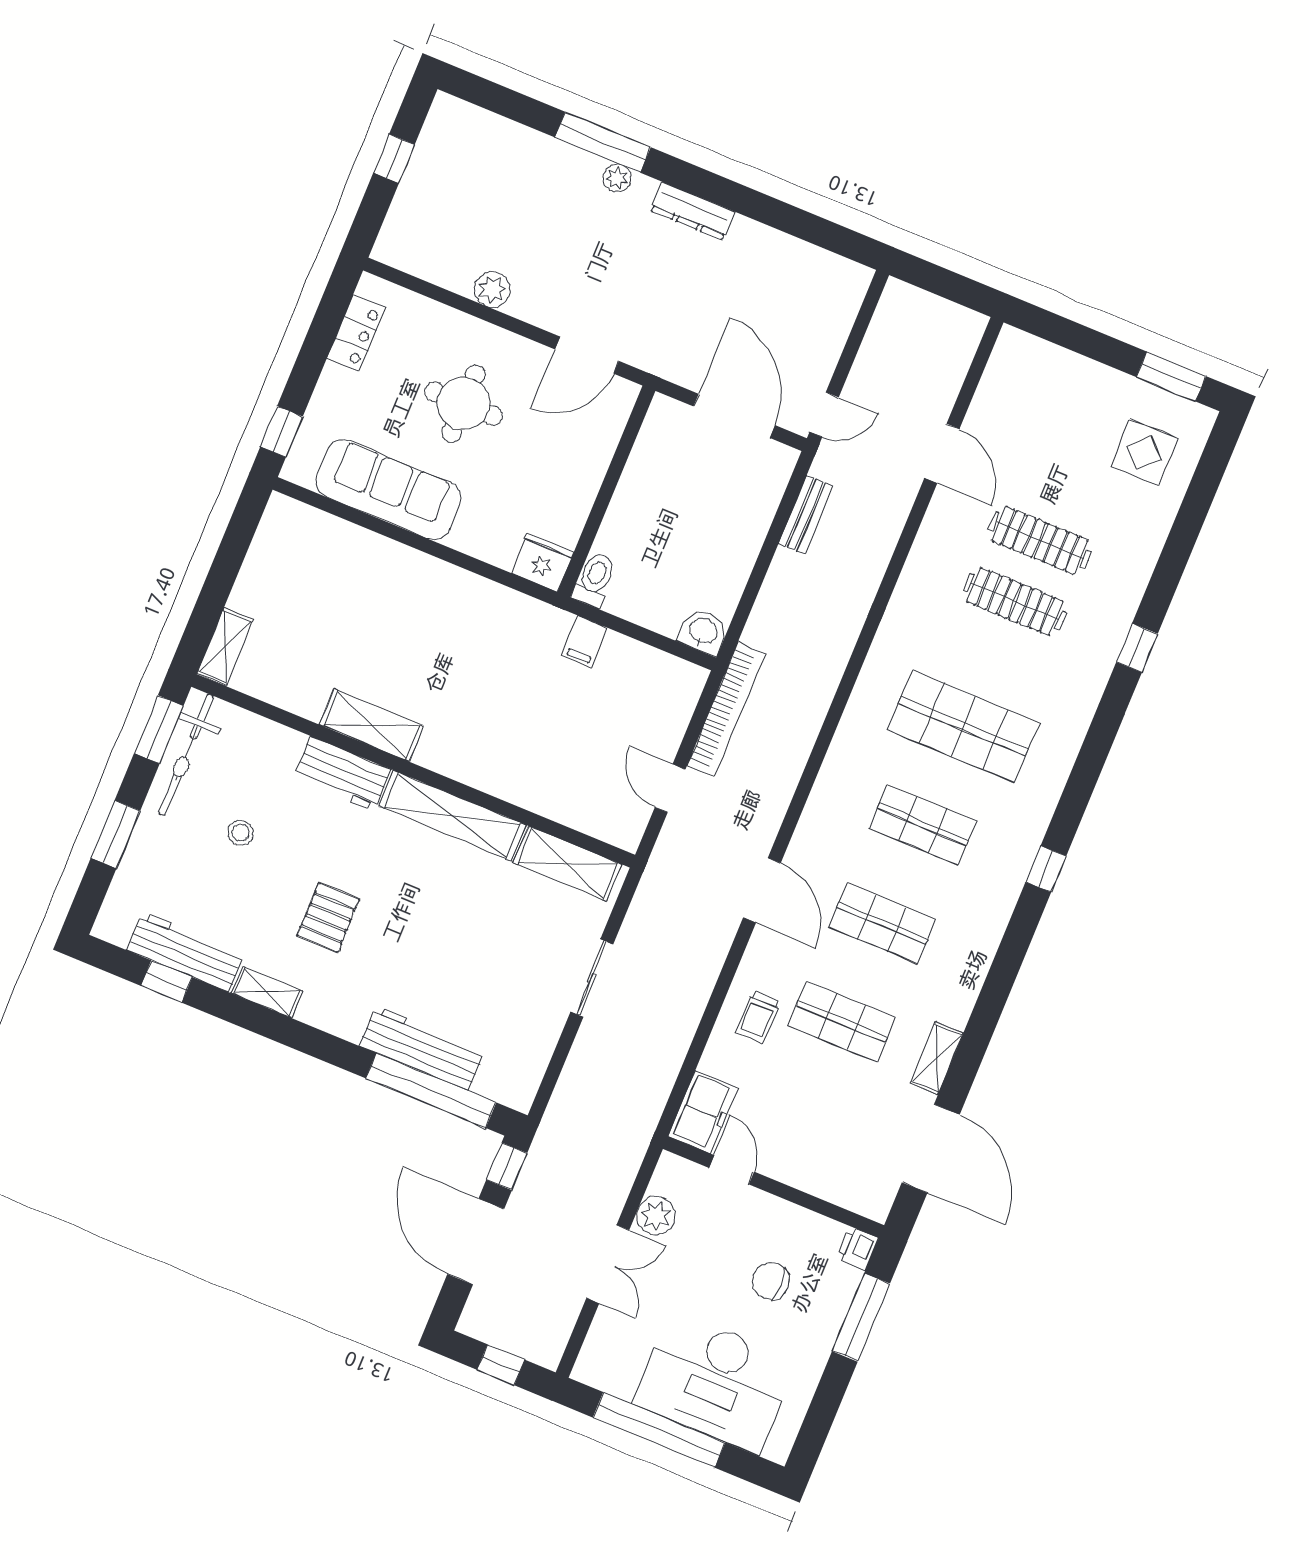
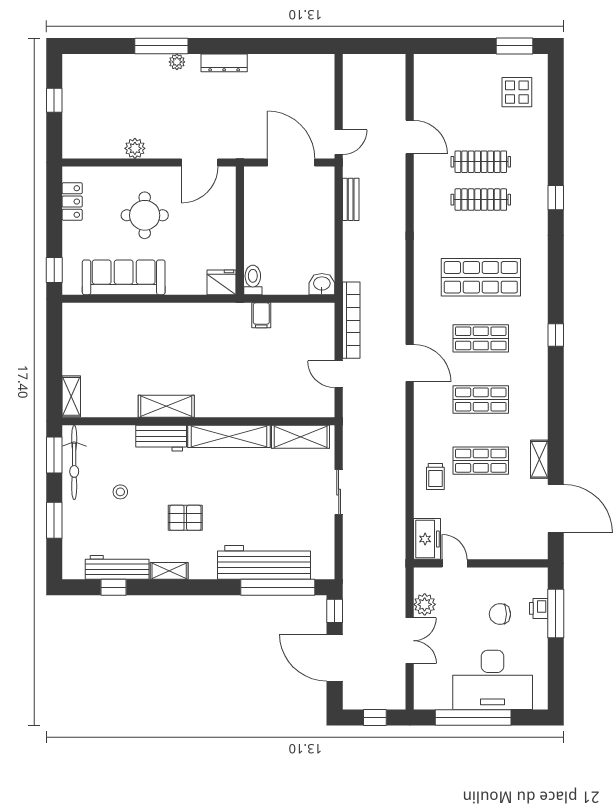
door: (762, 890) -> (410, 363), moved
pallet: (328, 918) -> (185, 518), turned 90
workbench: (422, 1048) -> (264, 562), width x1.36, depth x1.32
printer: (857, 1248) -> (539, 608), moved

